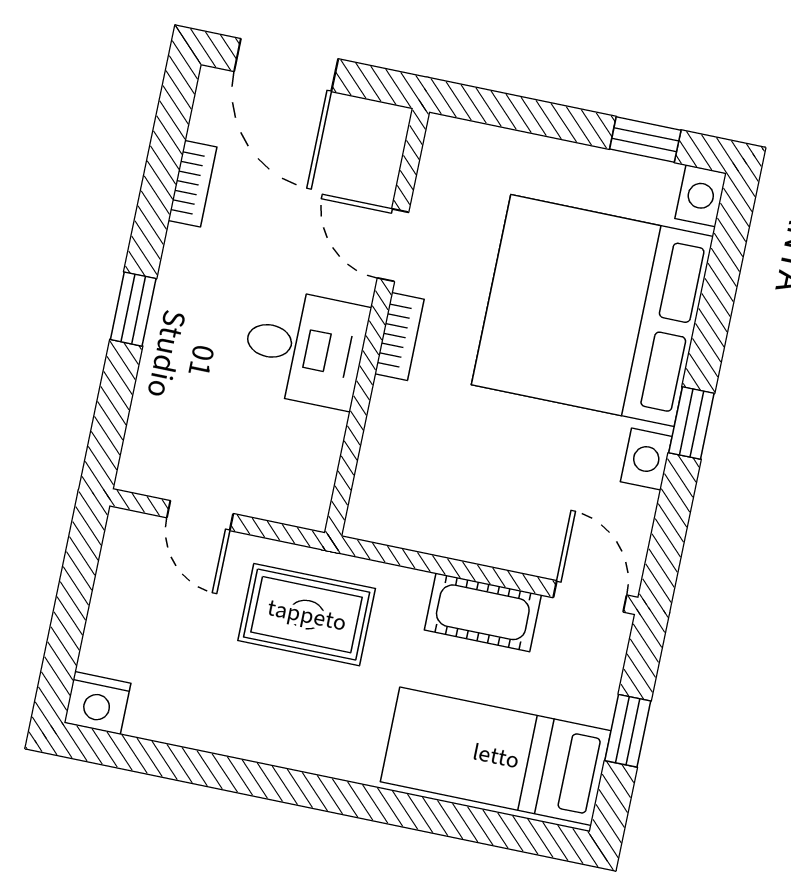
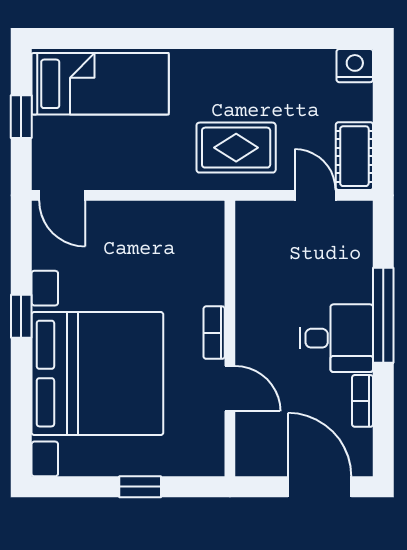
window: (645, 140) -> (140, 487), moved
window: (133, 309) -> (383, 315), width x2.17
desk: (305, 348) -> (336, 338), moved, turned 180
cot: (483, 612) -> (354, 156), moved, turned 90

